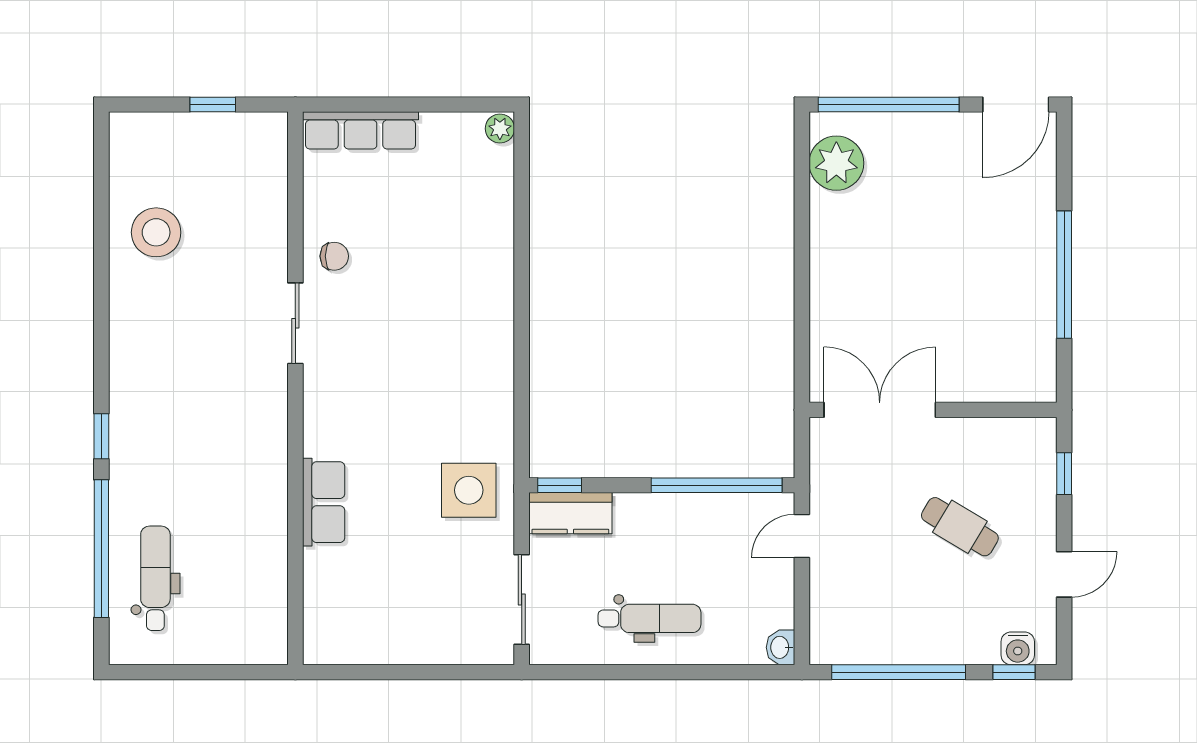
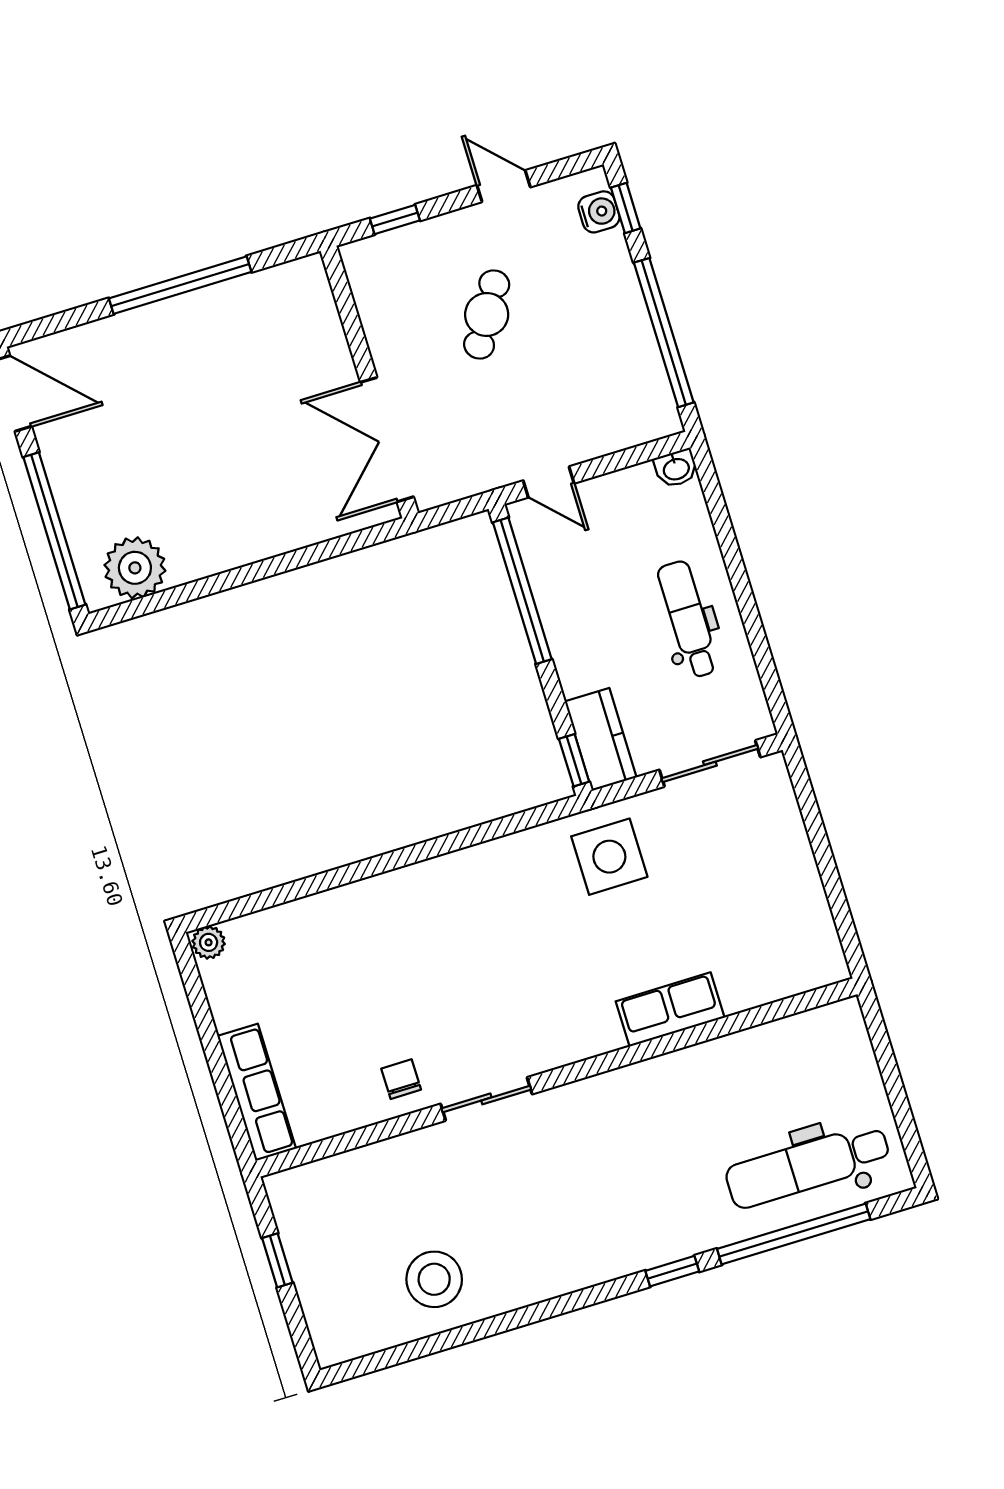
dental chair: (155, 578) -> (808, 1166), width x1.36, depth x1.38

